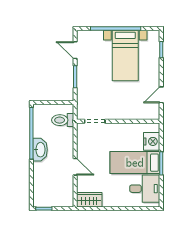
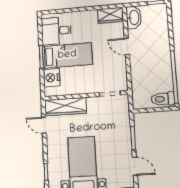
door: (161, 95) -> (44, 125), swing flipped
wardrobe: (139, 112) -> (65, 107), added
toilet: (63, 120) -> (163, 99), moved, turned 180
washbasin: (40, 150) -> (134, 17), moved, turned 180

